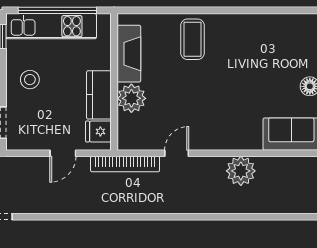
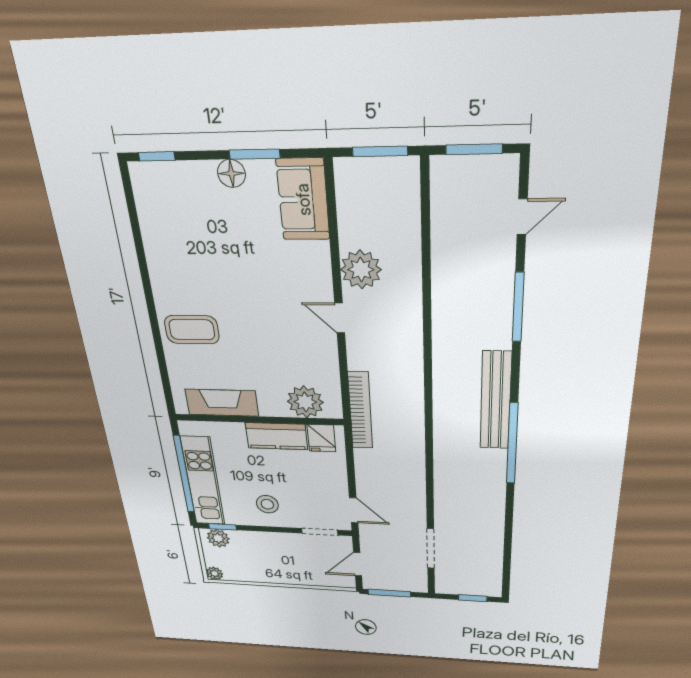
plant: (131, 98) -> (305, 402), moved
door: (63, 153) -> (354, 510), moved
door: (177, 153) -> (340, 318), moved

